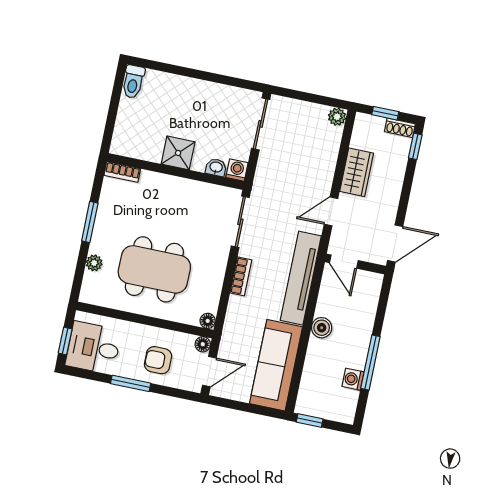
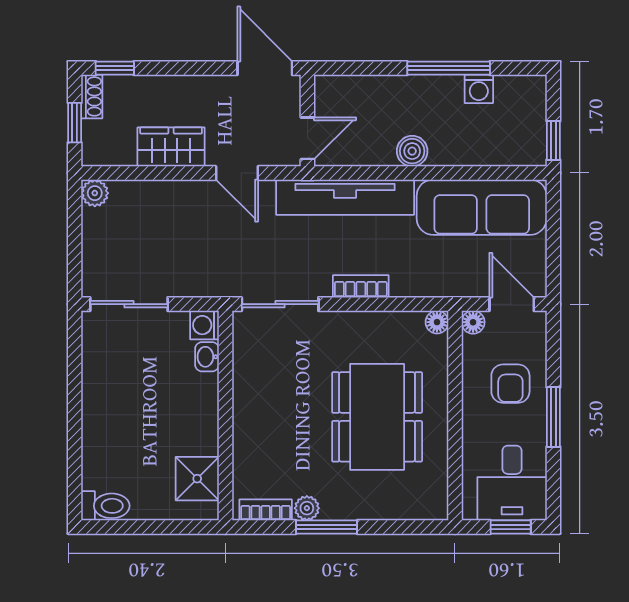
shower: (178, 153) -> (197, 479), moved
bookcase: (122, 172) -> (266, 510), moved, turned -90
plant: (94, 263) -> (307, 508), moved

